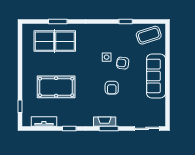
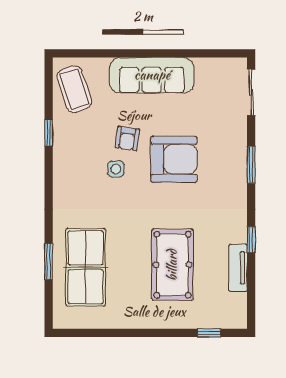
armchair: (112, 88) -> (174, 159), width x1.88, depth x1.88
tv unit: (44, 121) -> (238, 268), moved
fireplace: (105, 122) -> (238, 173), removed

